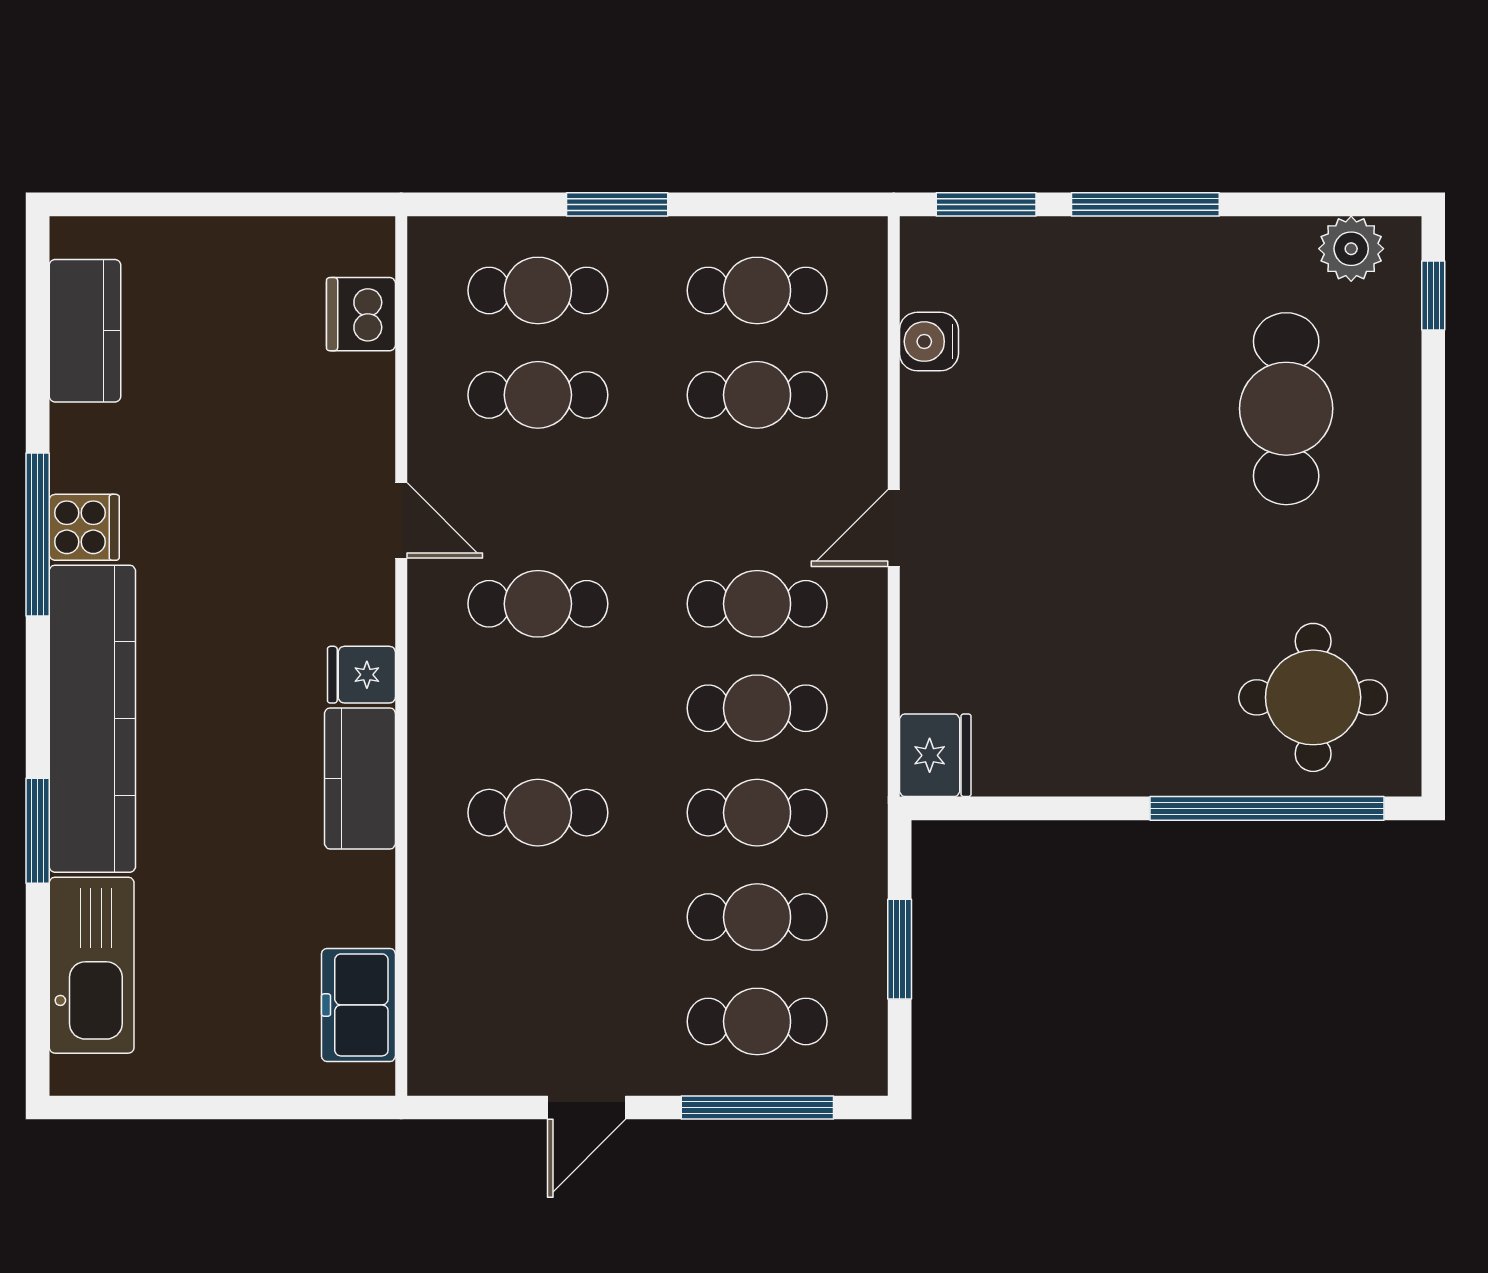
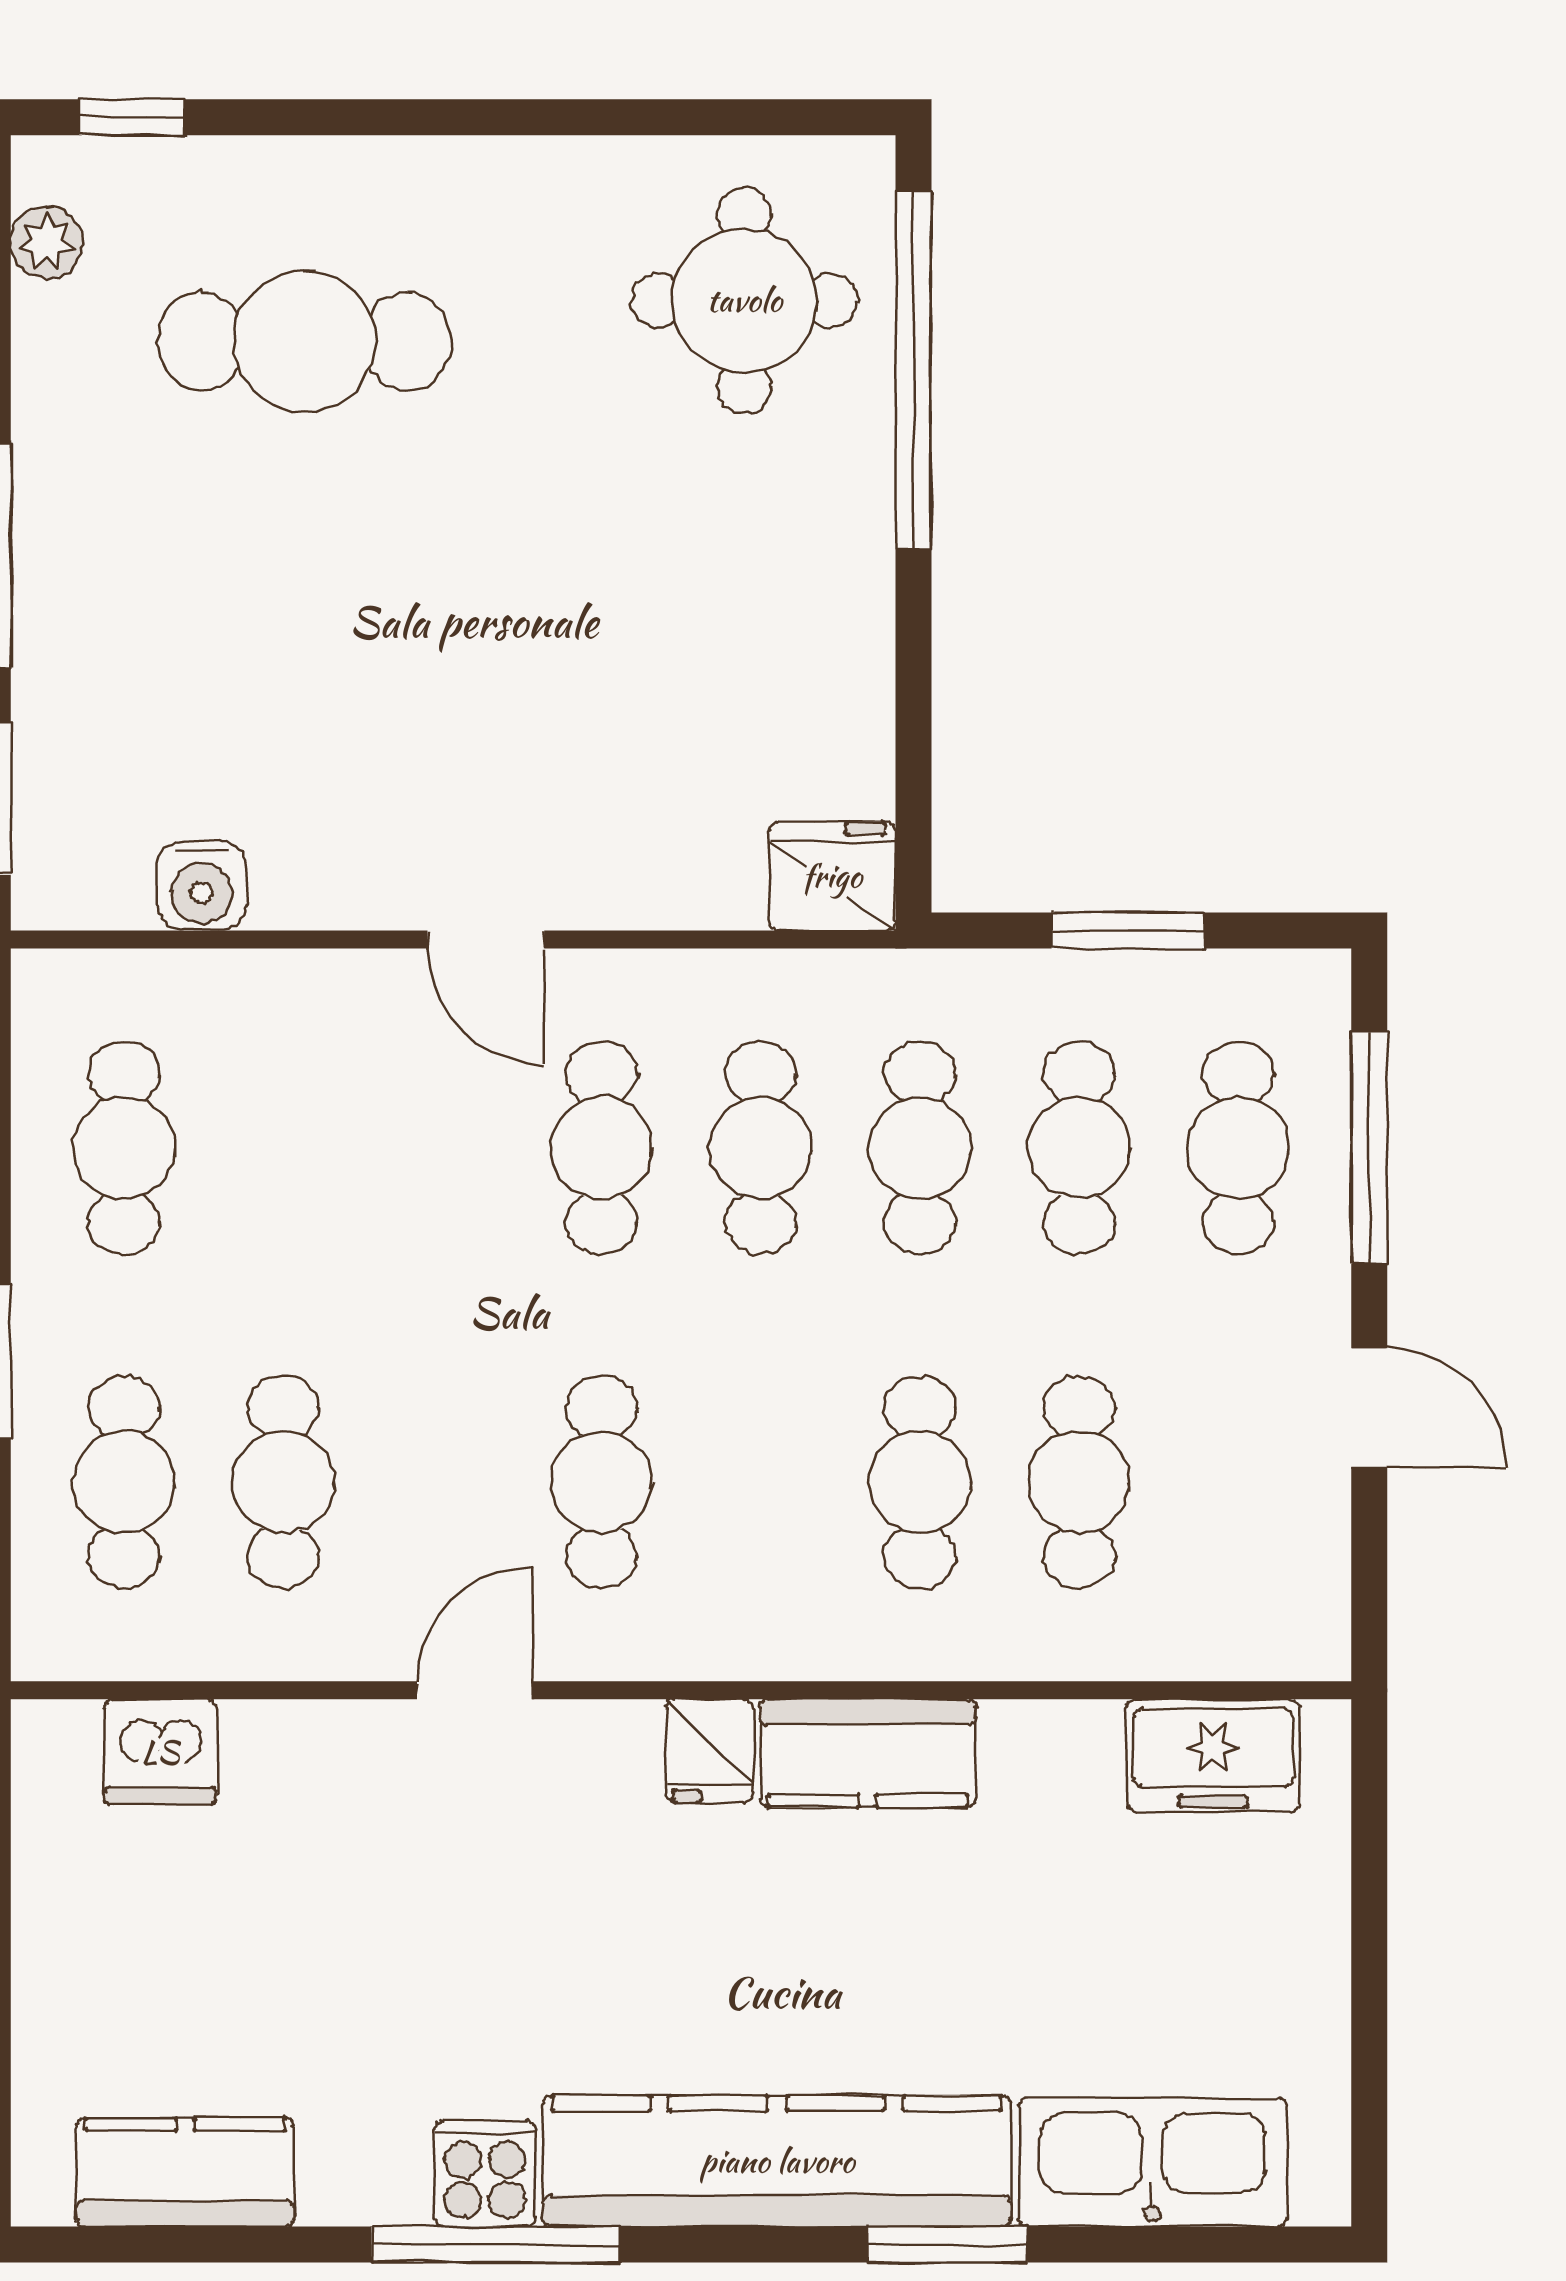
plant: (1351, 249) -> (47, 242), width x0.73, depth x0.73
cafe table: (757, 395) -> (1079, 1482), moved

